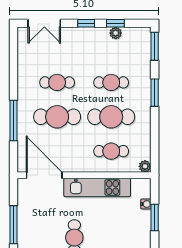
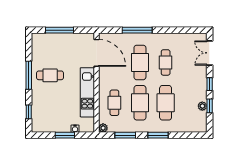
window: (155, 46) -> (125, 135), moved
cafe table: (111, 82) -> (166, 103), width x1.37, depth x1.35
door: (44, 175) -> (96, 53), hinge flipped

